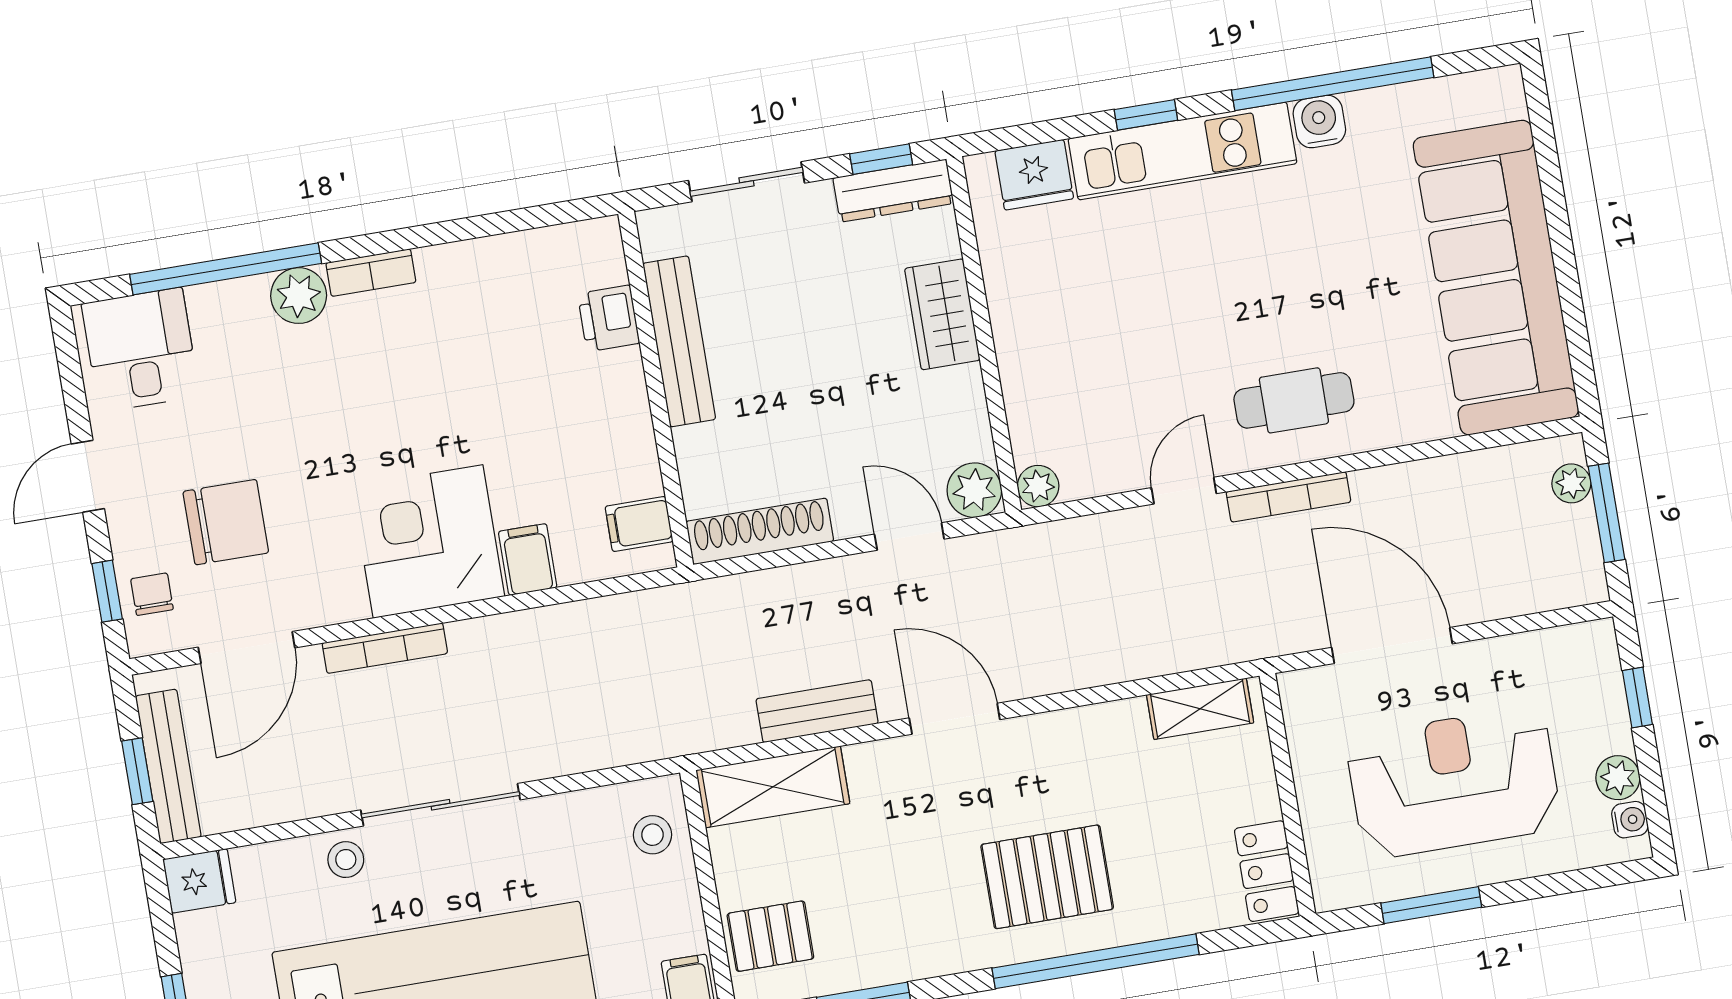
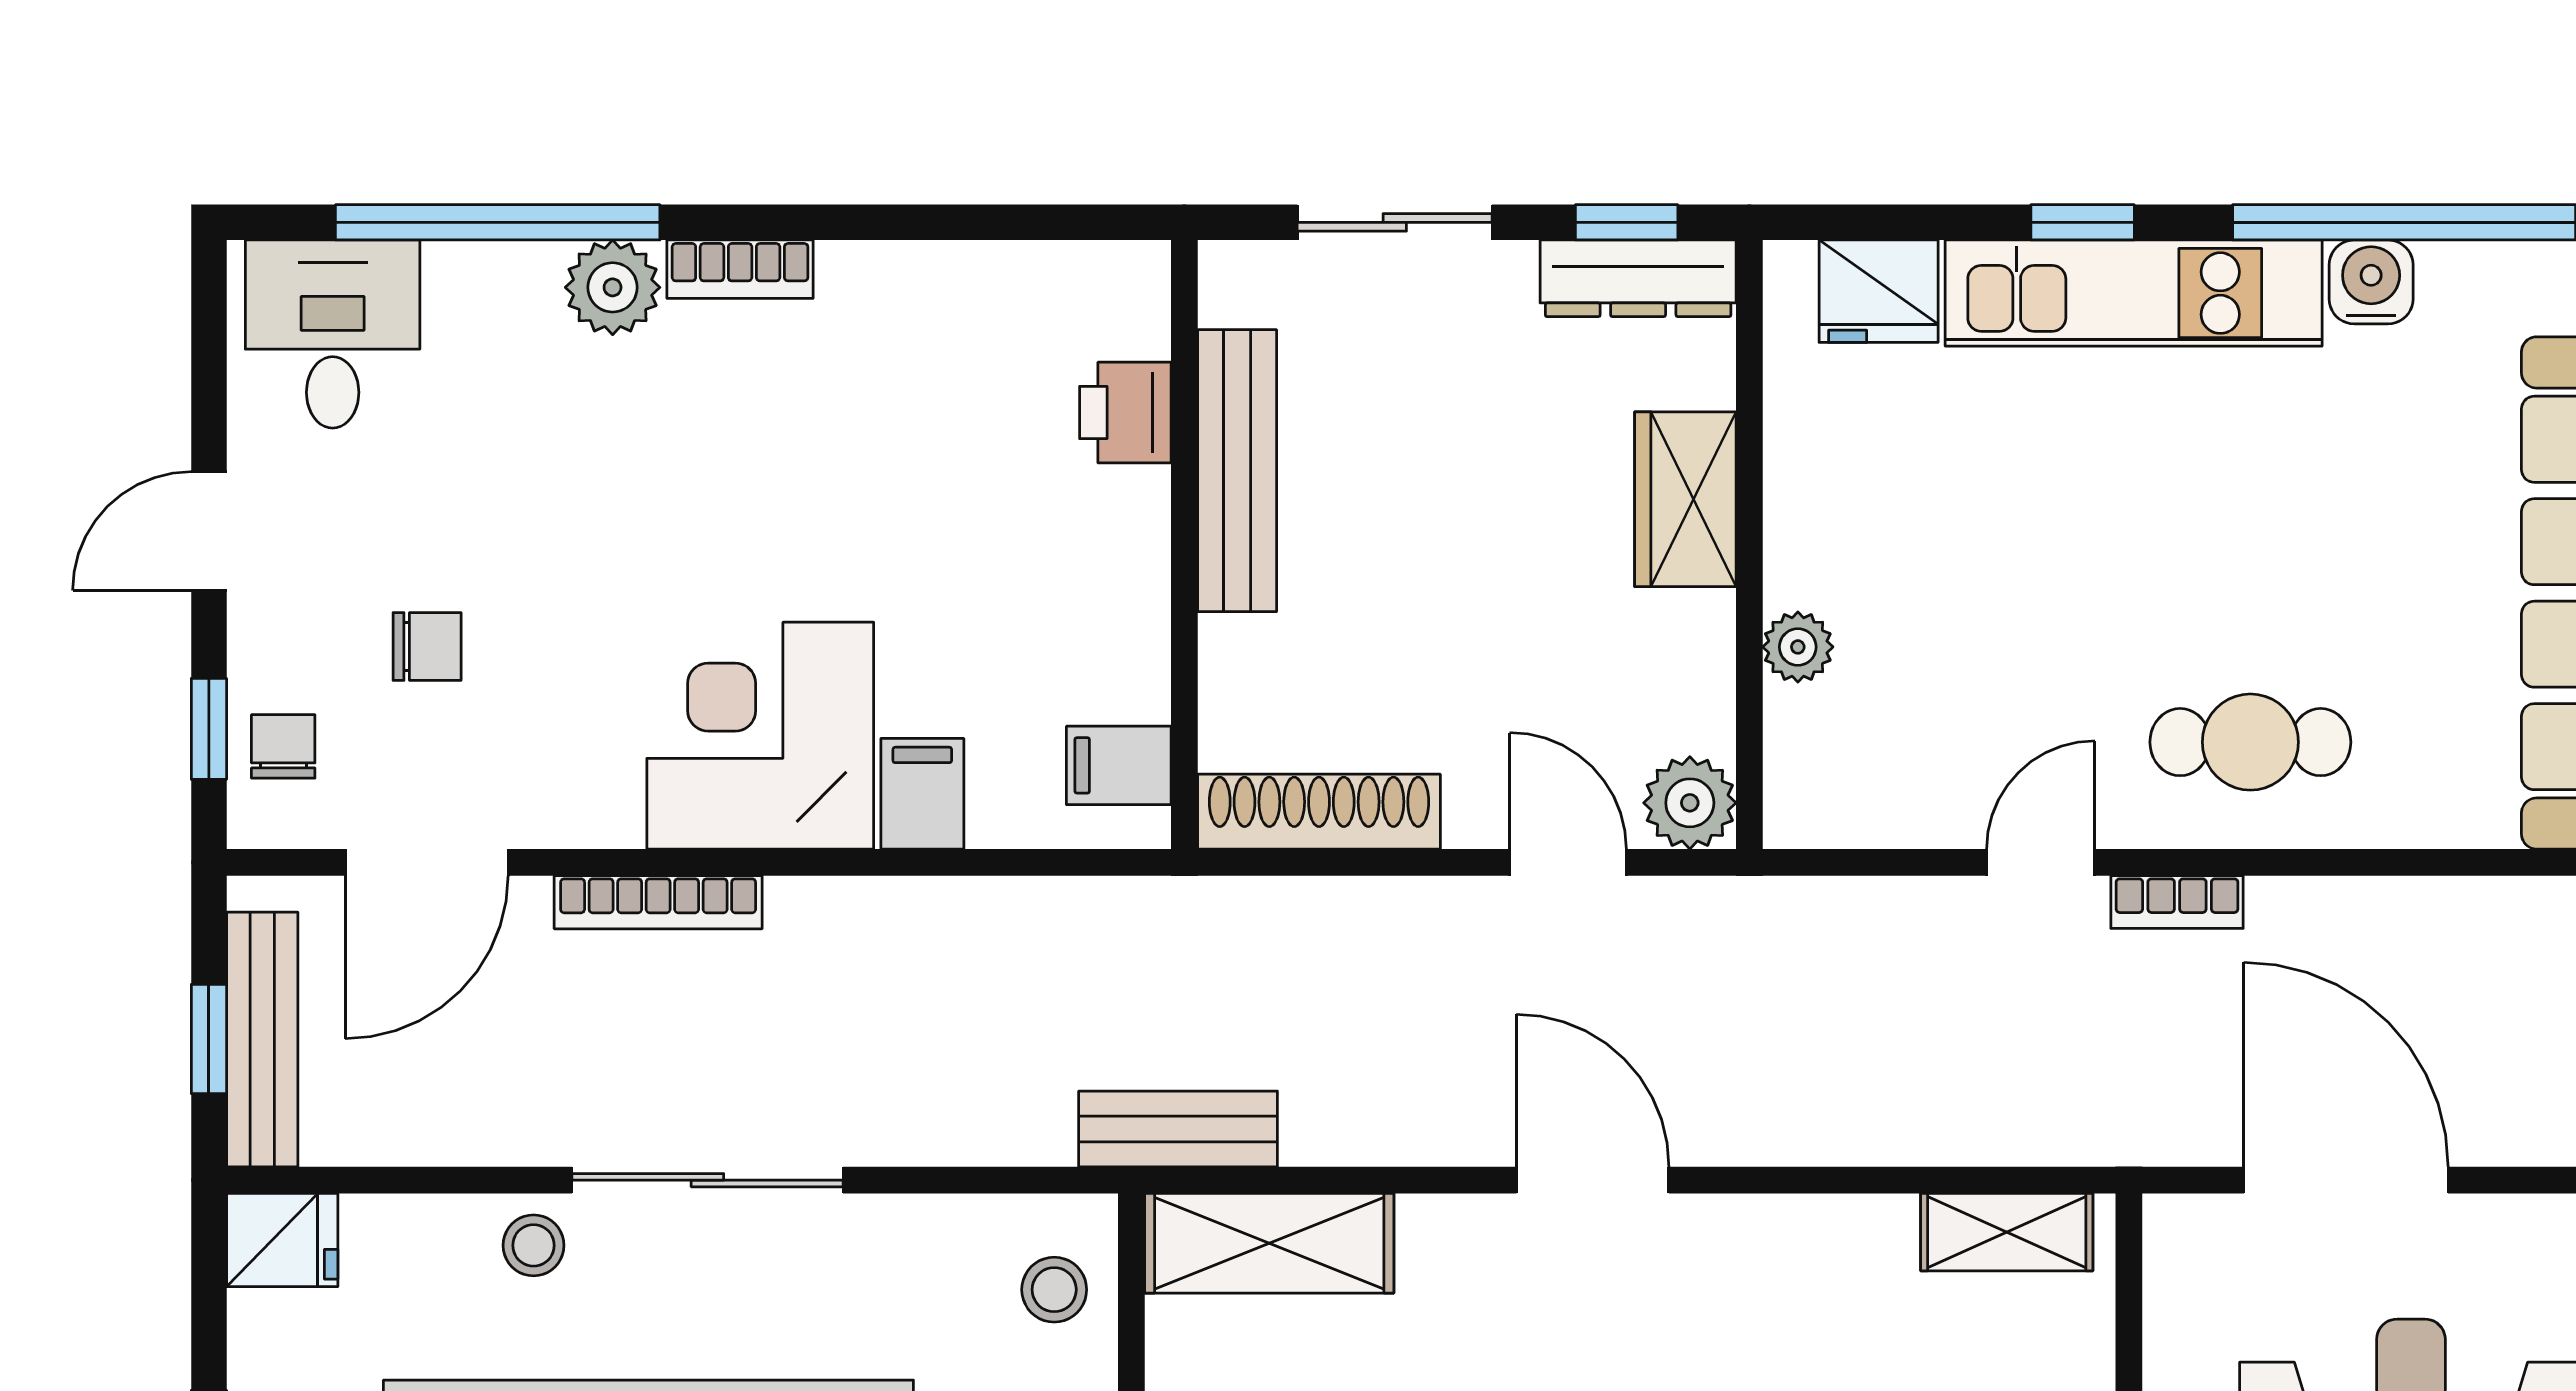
plant: (1038, 486) -> (1798, 647), moved
bookcase: (1288, 497) -> (2177, 902), width x0.64
chair: (226, 522) -> (427, 647), width x0.54, depth x0.54
bench: (817, 711) -> (1178, 1129), moved

